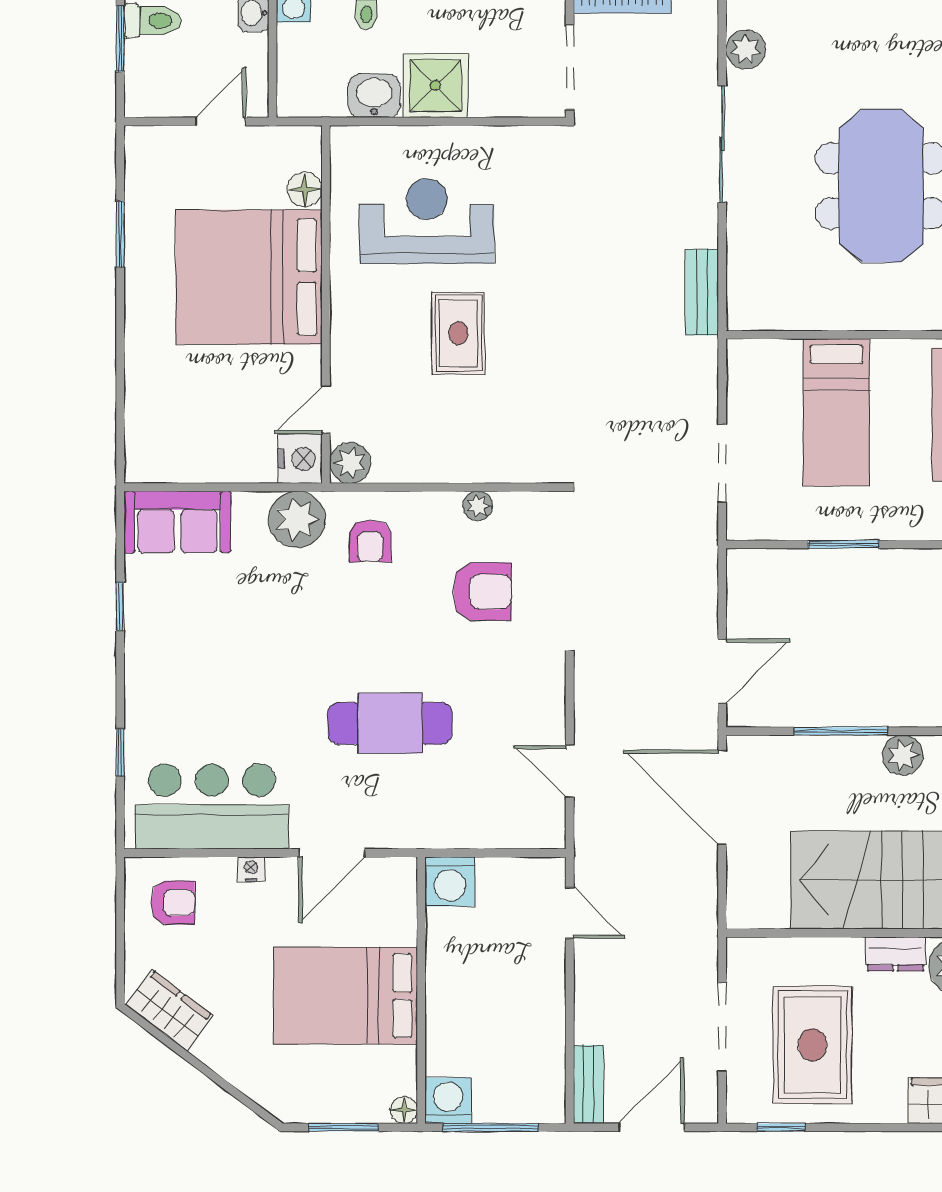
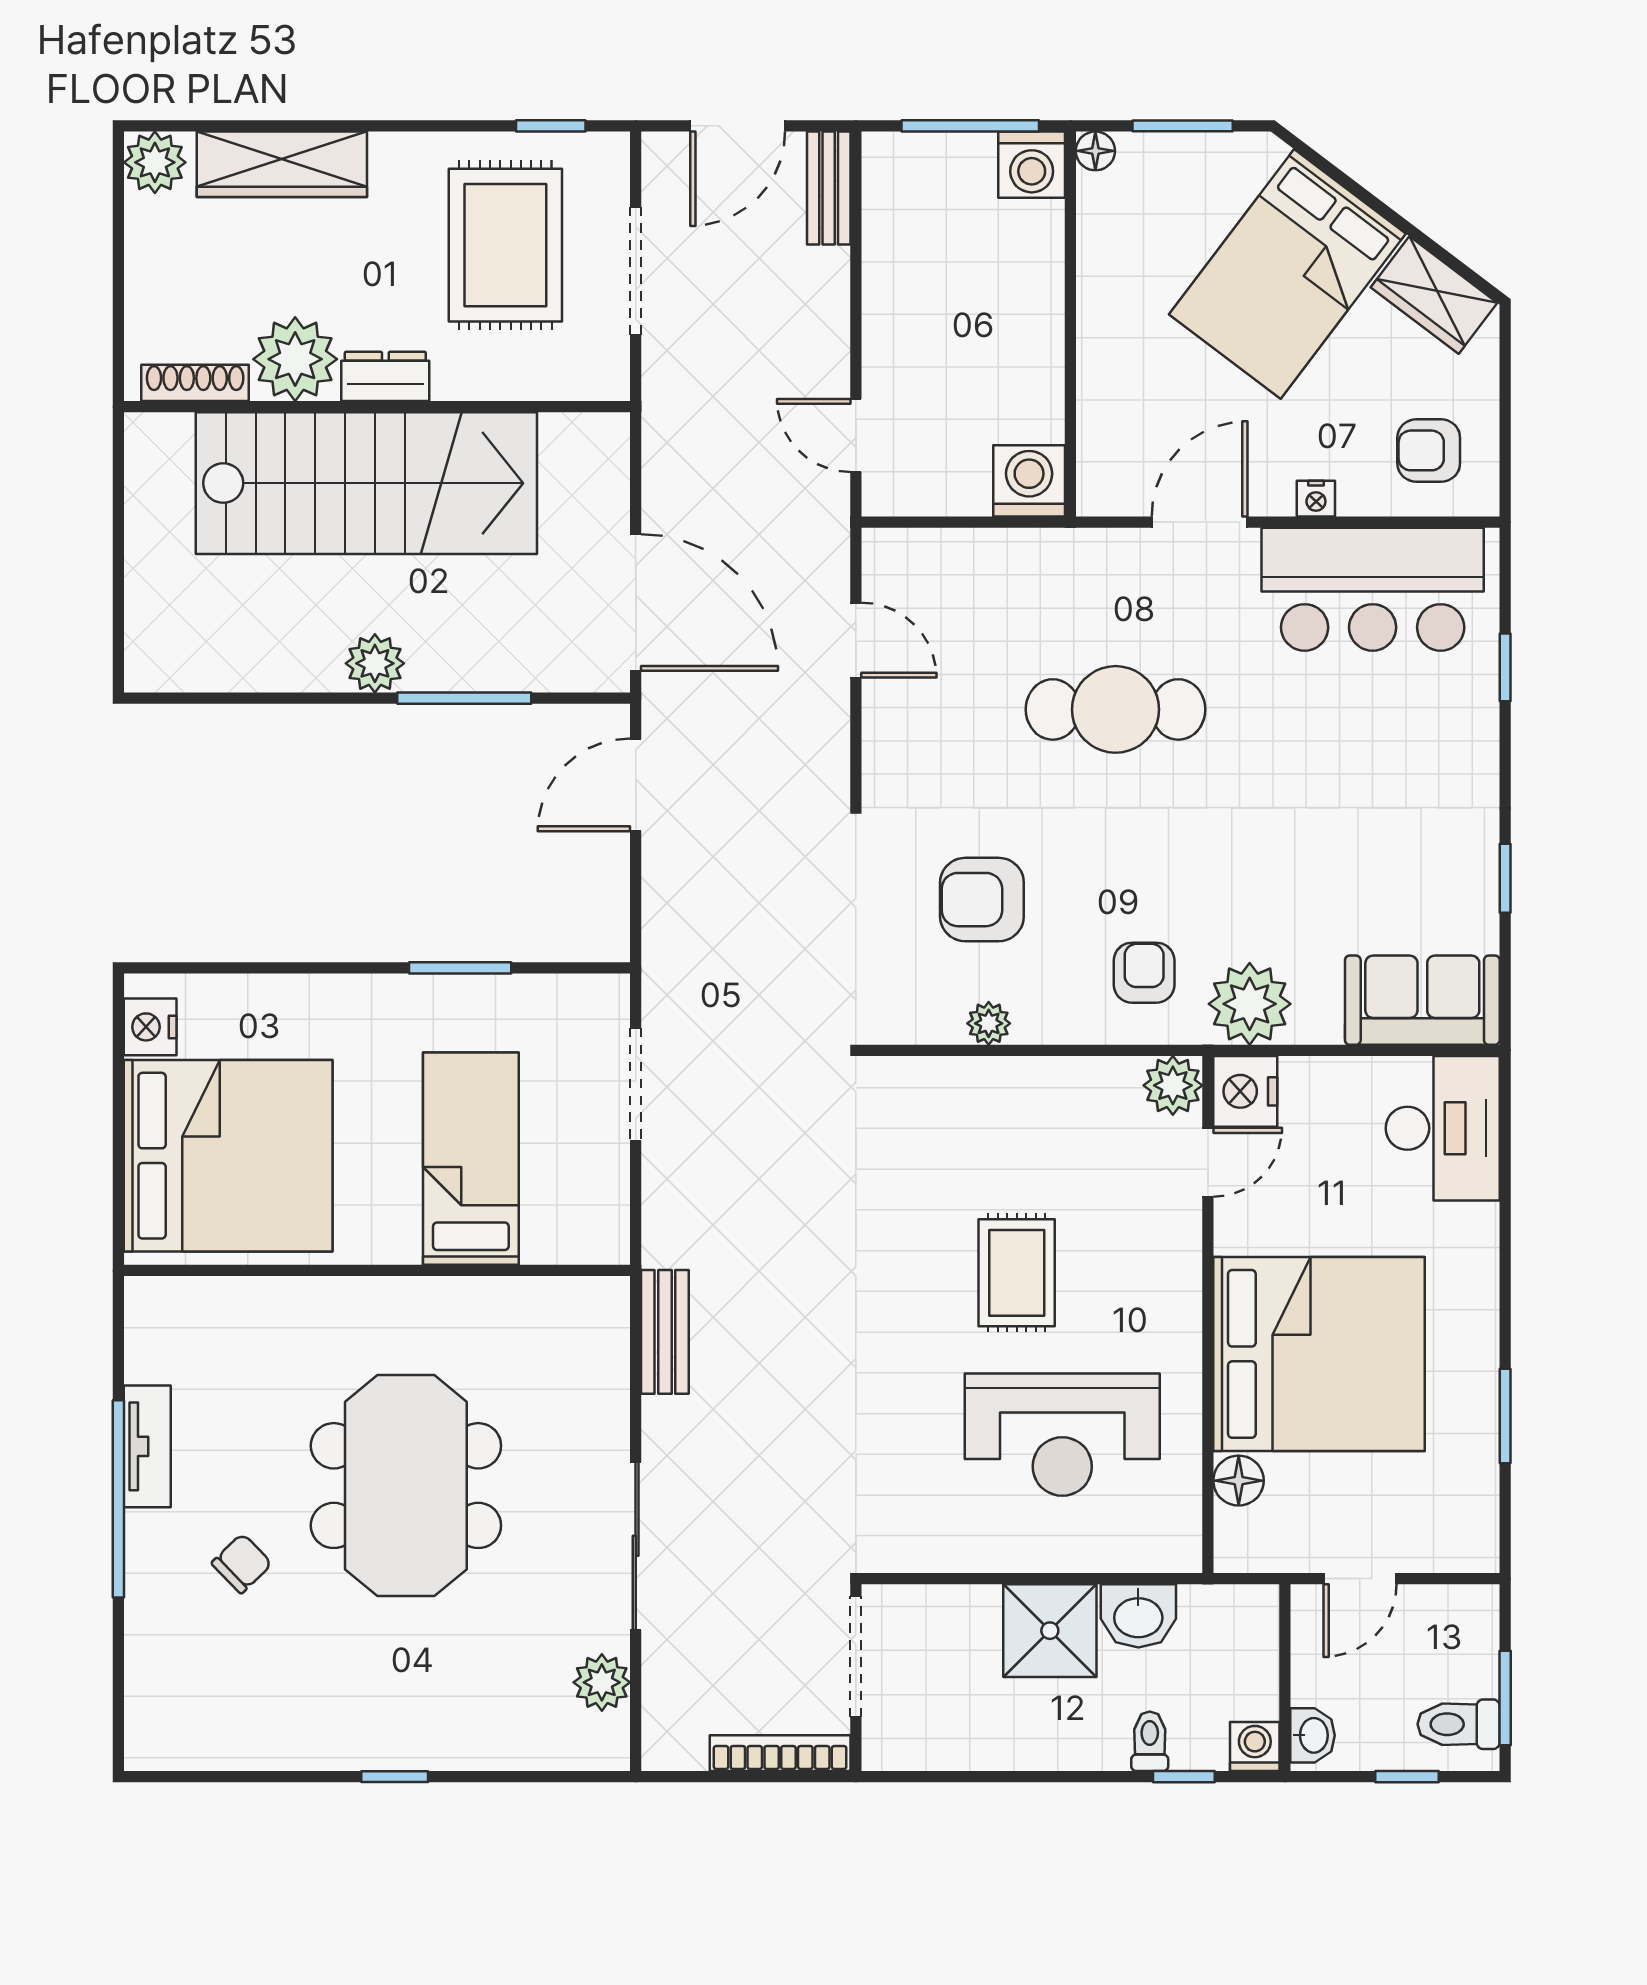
desk: (163, 433) -> (1443, 1128), added
bed: (346, 996) -> (1287, 274), moved, turned 127

